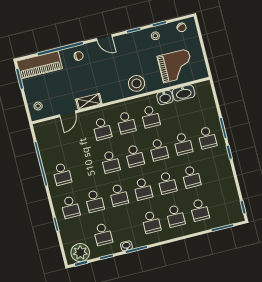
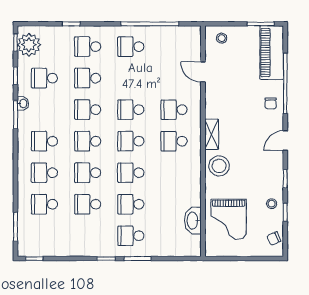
washbasin: (165, 98) -> (193, 196), removed
shelving: (89, 101) -> (212, 134), moved
school desk: (150, 117) -> (174, 173), removed

